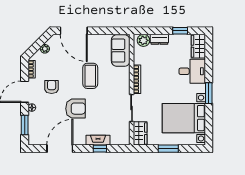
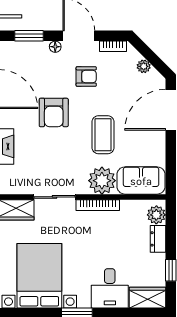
coffee table: (90, 76) -> (103, 135), turned 90
plant: (121, 76) -> (102, 181), added

